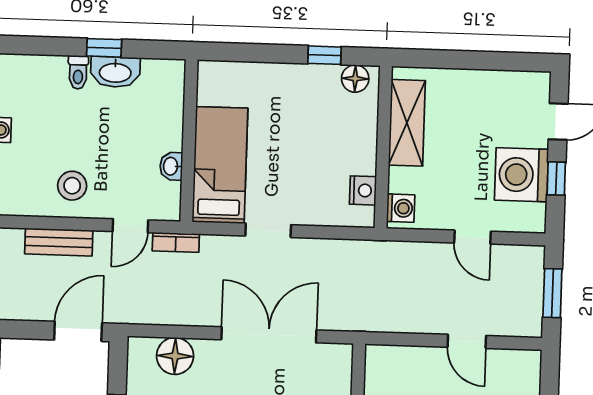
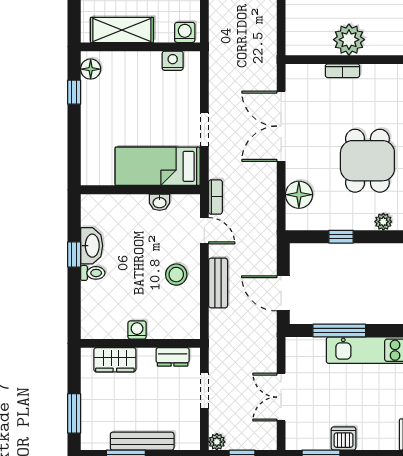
door: (78, 331) -> (283, 293), moved

